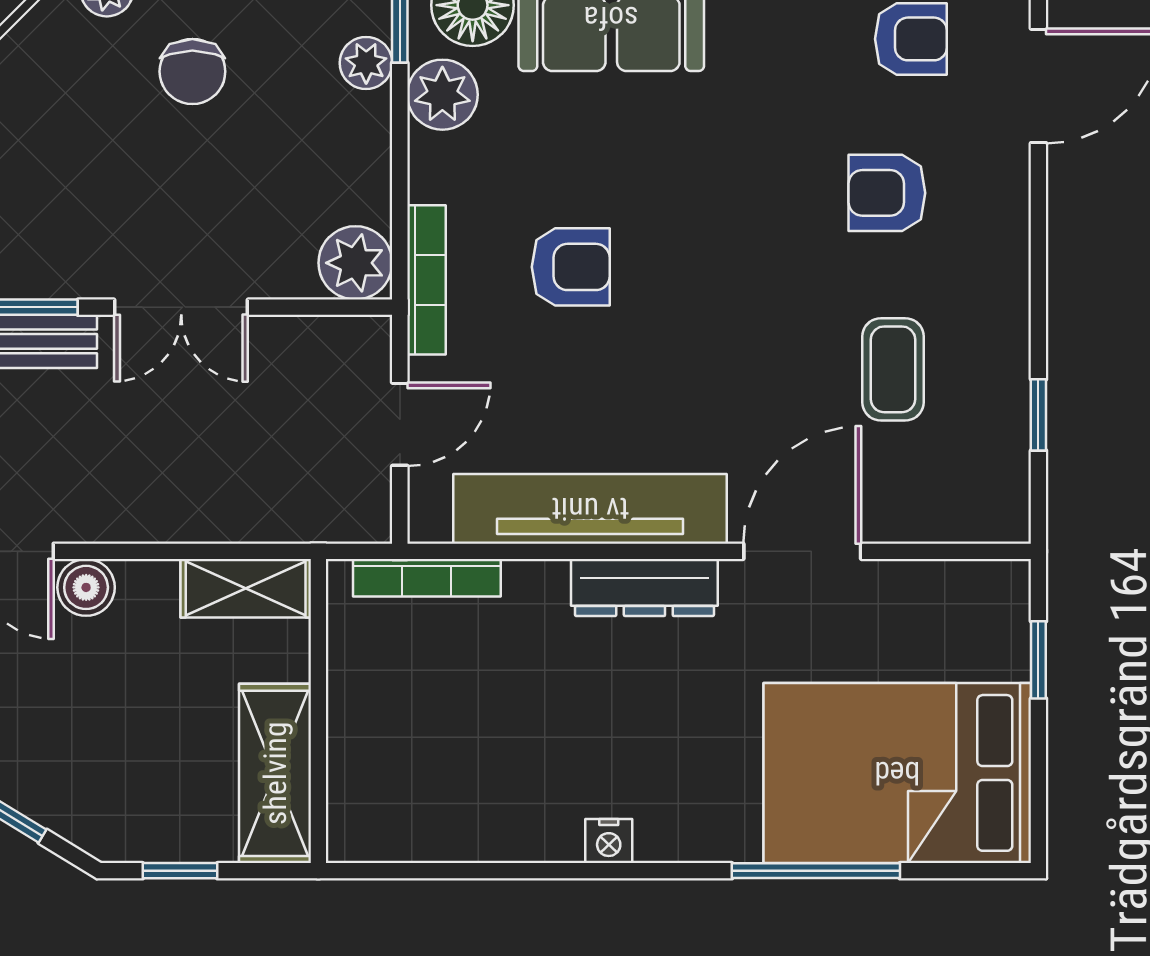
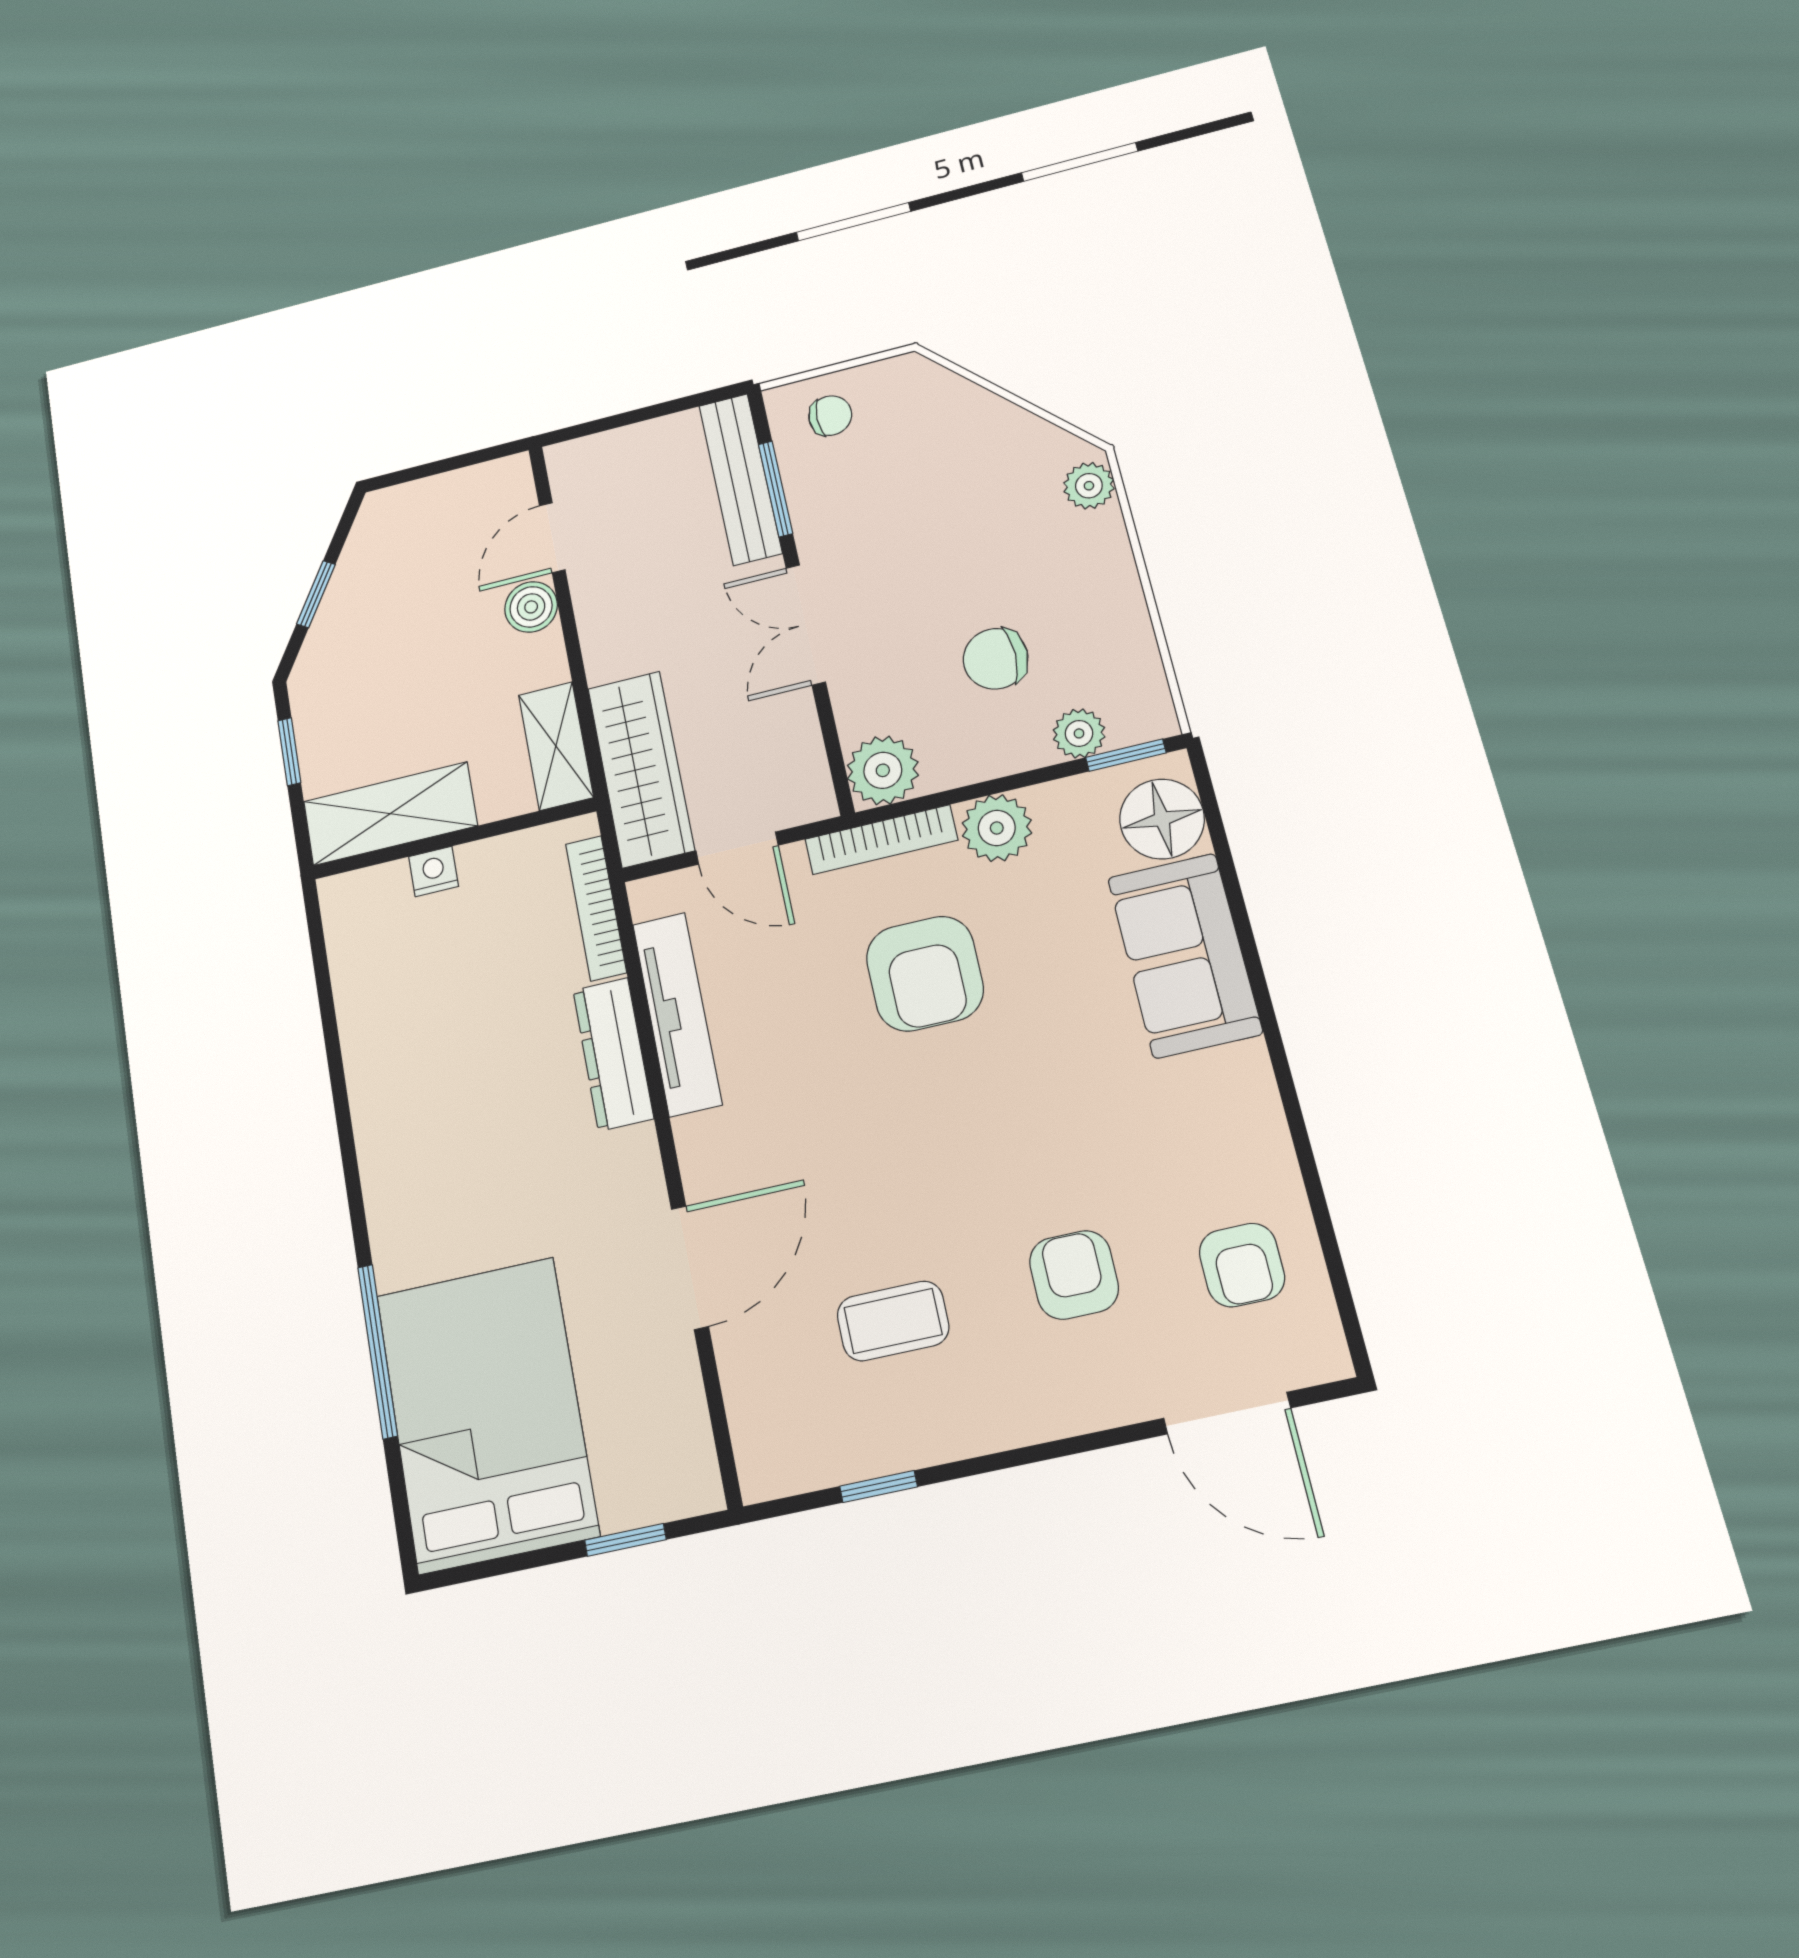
chair: (192, 71) -> (996, 659), moved
plant: (442, 95) -> (997, 828), moved
armchair: (571, 267) -> (925, 973), width x1.38, depth x1.38
wardrobe: (292, 505) -> (641, 769), added
tv unit: (590, 509) -> (677, 1014), width x0.73, depth x0.78
door: (802, 551) -> (690, 1267), hinge flipped
dresser: (644, 588) -> (613, 1054), moved
nightstand: (609, 841) -> (434, 871), moved, turned 90

